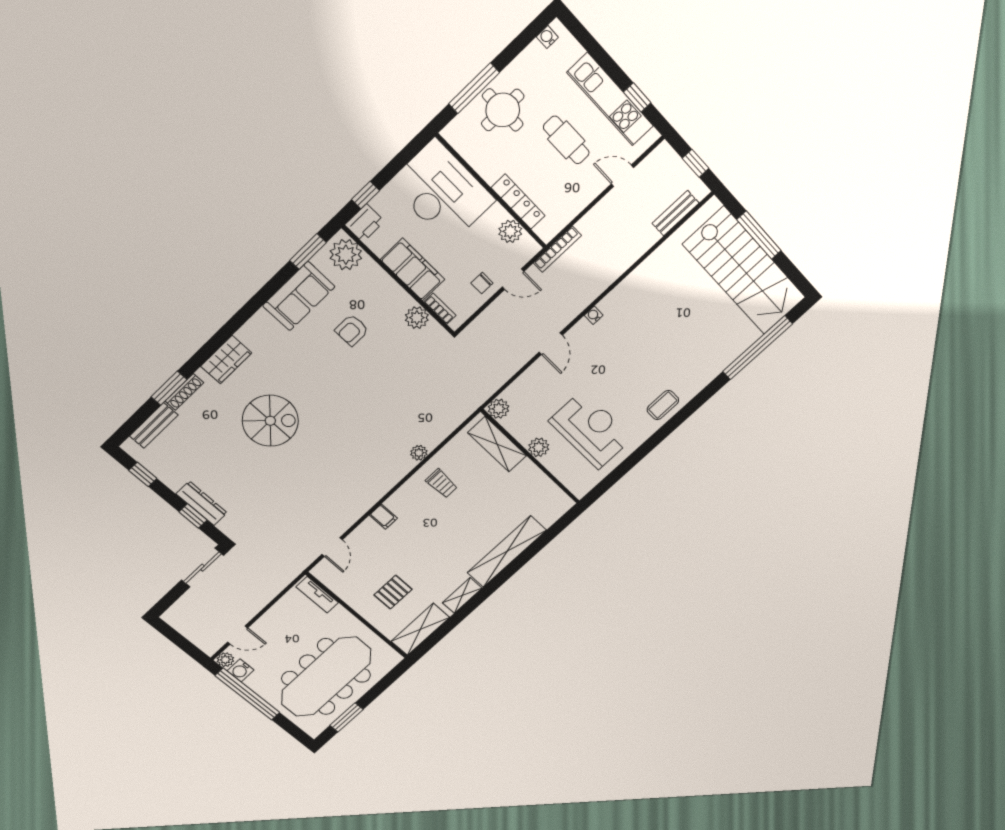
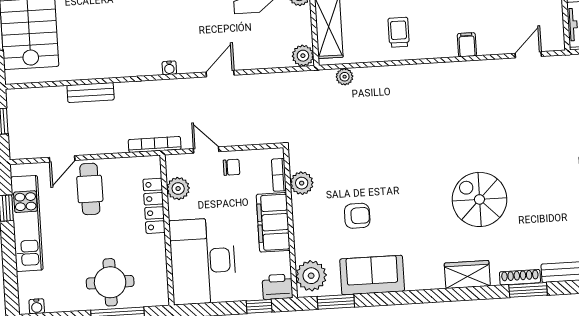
cafe table: (566, 140) -> (90, 189), moved
door: (622, 176) -> (62, 159), hinge flipped
bench: (675, 213) -> (91, 93), moved
plant: (419, 453) -> (345, 77), moved

